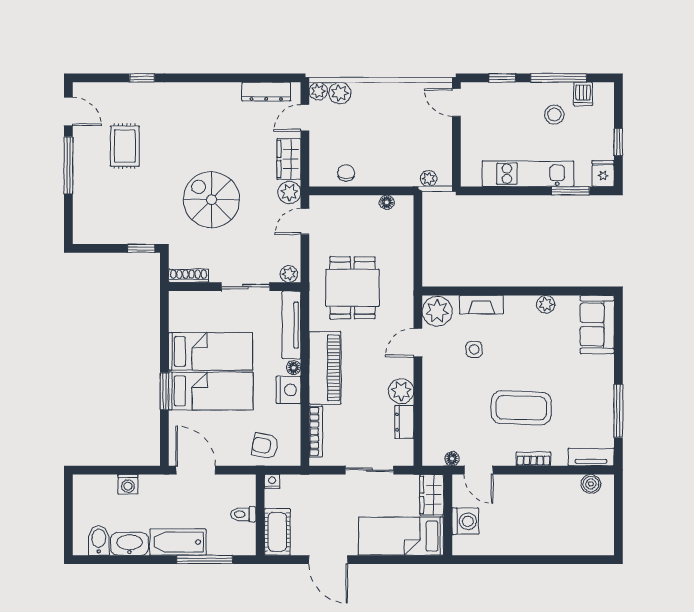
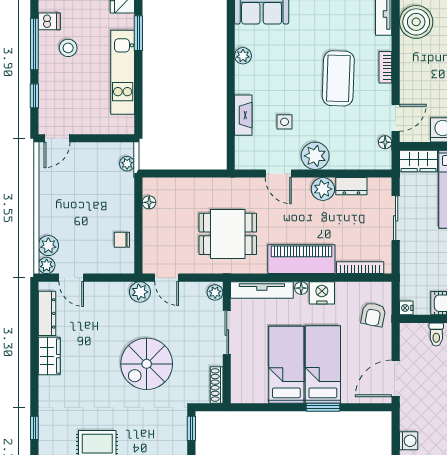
wardrobe: (289, 159) -> (49, 356), moved, turned -90
plant: (437, 311) -> (315, 156), moved
boiler: (591, 484) -> (416, 22), width x1.86, depth x1.86

